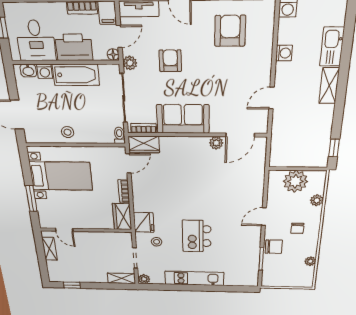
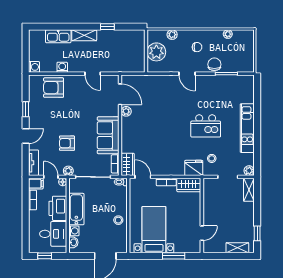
armchair: (230, 31) -> (54, 88), moved
window: (334, 148) -> (107, 27), moved
shelving: (50, 249) -> (237, 248), moved

